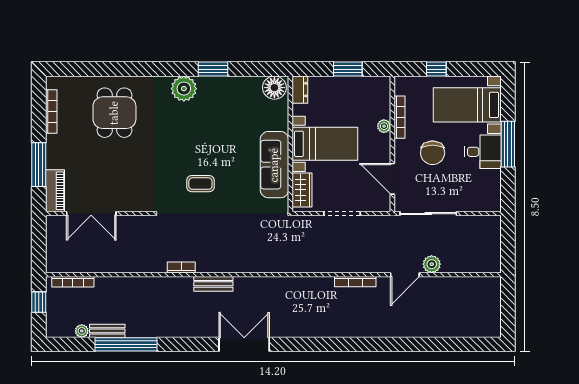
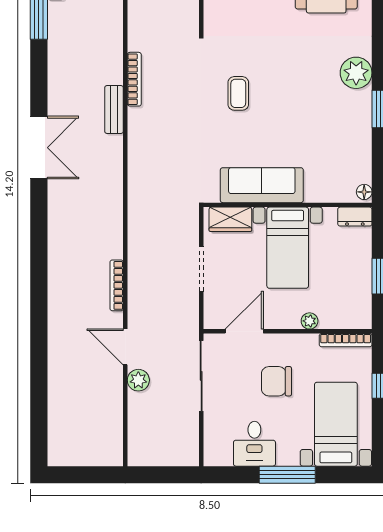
floor lamp: (274, 88) -> (364, 192), width x0.53, depth x0.53
bookcase: (399, 117) -> (346, 340), moved
desk: (483, 152) -> (254, 444), moved
bookcase: (181, 267) -> (134, 79), width x1.56

